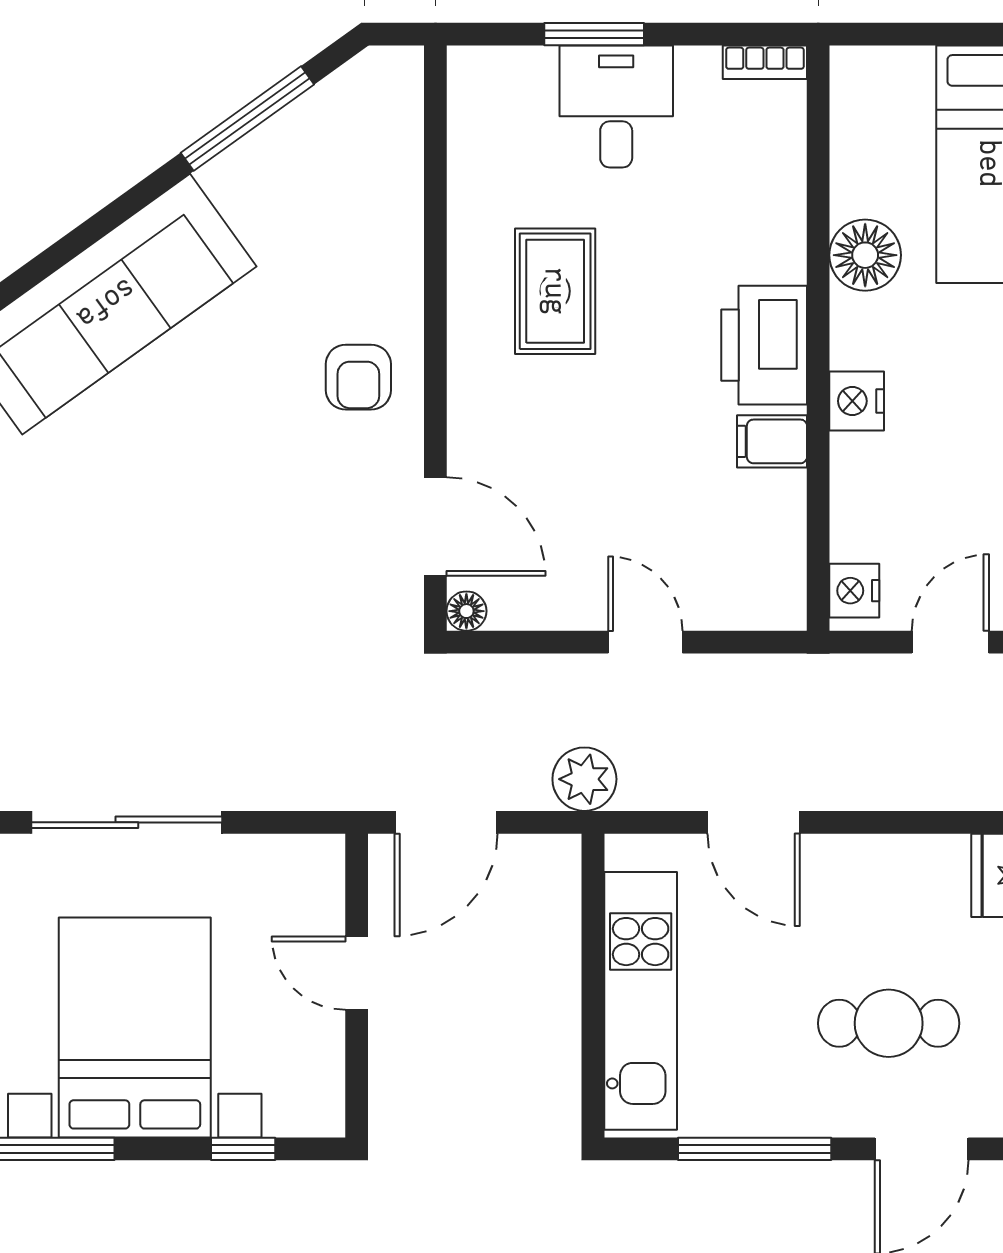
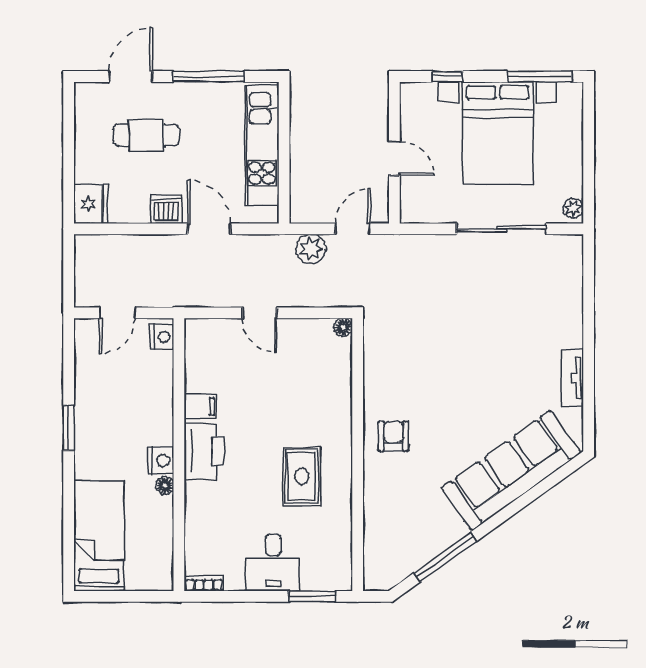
window: (594, 34) -> (312, 596), moved
floor lamp: (865, 255) -> (165, 485), width x0.53, depth x0.53
nightstand: (857, 401) -> (161, 461), moved
door: (435, 527) -> (358, 367), removed
plant: (584, 779) -> (311, 249), moved
door: (446, 822) -> (353, 229), width x0.73
dishwasher: (845, 864) -> (166, 209), added

